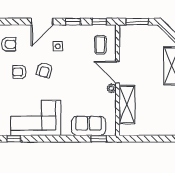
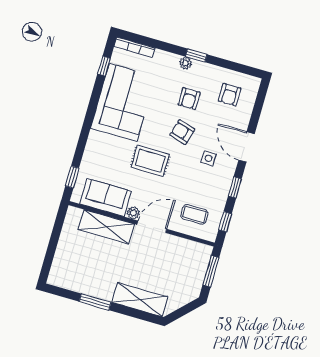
armchair: (20, 72) -> (189, 99), turned 180
rug: (71, 87) -> (150, 161), added
sofa: (89, 126) -> (106, 198), moved, turned -90

